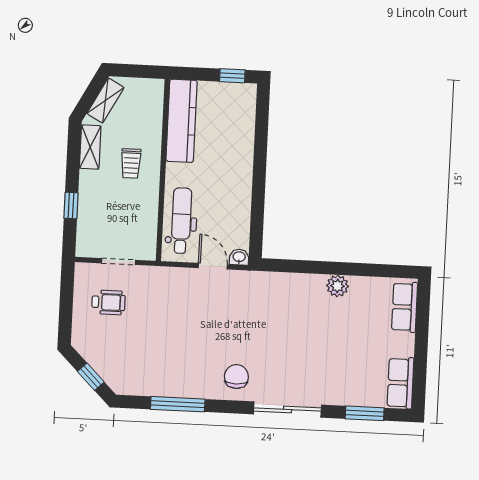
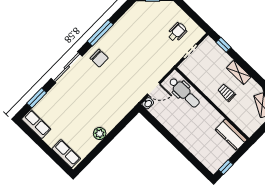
kitchen counter: (182, 121) -> (231, 135), width x0.67
shelving: (90, 147) -> (239, 72), moved
window: (71, 206) -> (223, 45), moved
wheelchair: (108, 302) -> (177, 32), turned 180
window: (178, 404) -> (100, 33), moved

